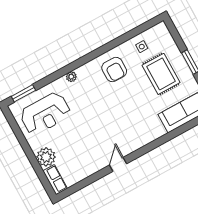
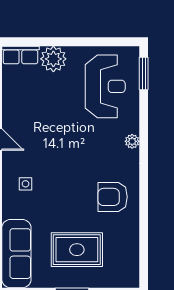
side table: (142, 47) -> (26, 184), moved
reception desk: (45, 114) -> (105, 86), turned 180

